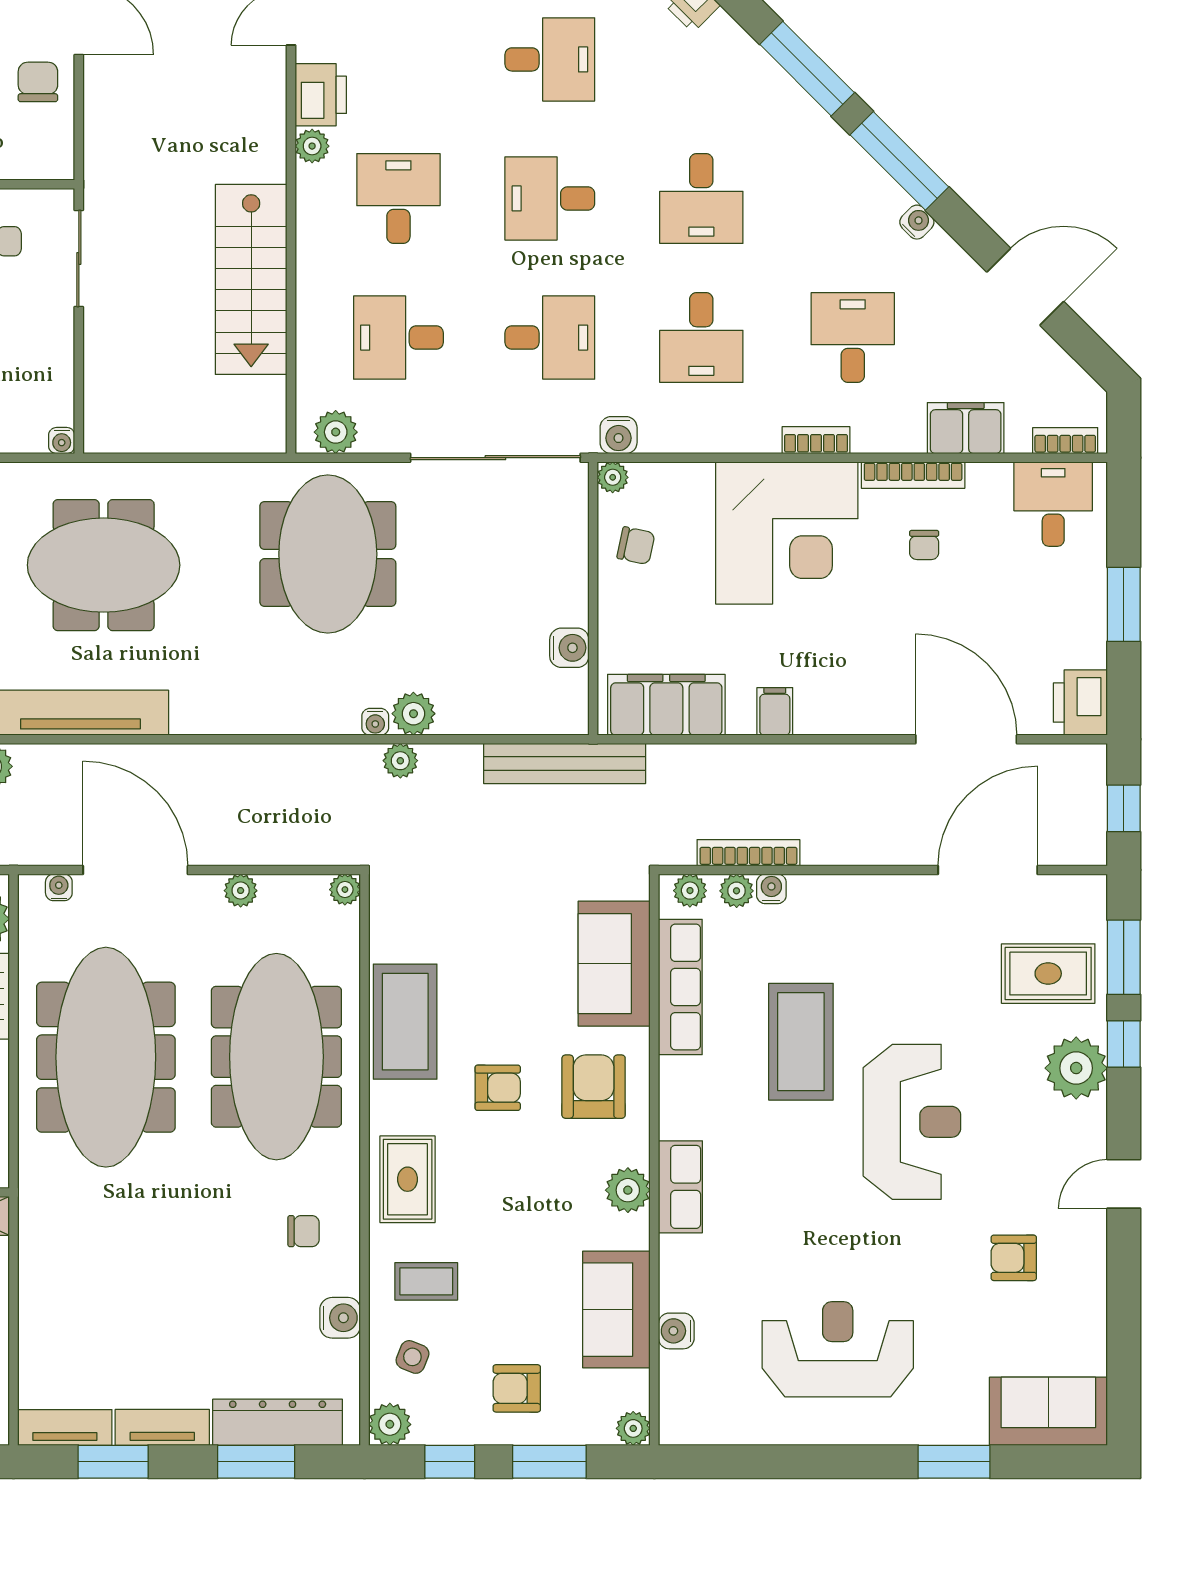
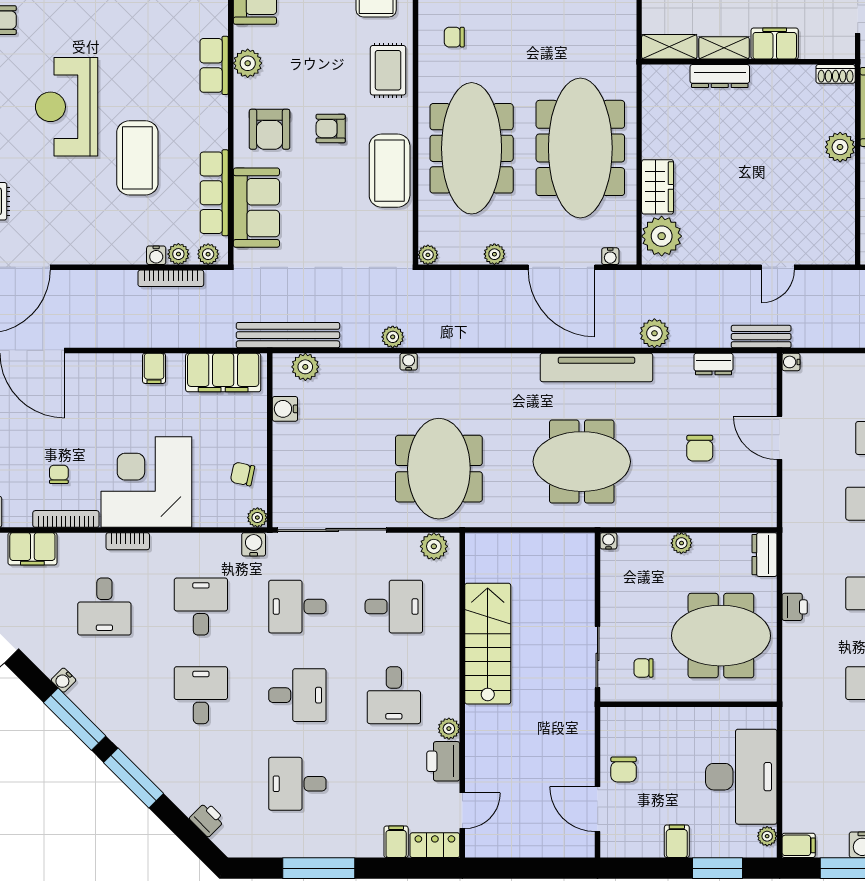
plant: (413, 714) -> (305, 367), moved

